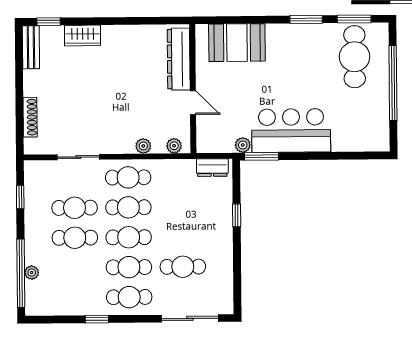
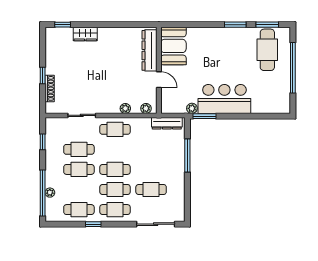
booth: (237, 43) -> (173, 46), moved, turned 90
bench: (31, 47) -> (51, 42), removed
window: (19, 98) -> (43, 75), added
dresser: (212, 168) -> (167, 123), width x1.44
cafe table: (128, 207) -> (79, 210), moved
window: (237, 215) -> (187, 155), width x2.17

